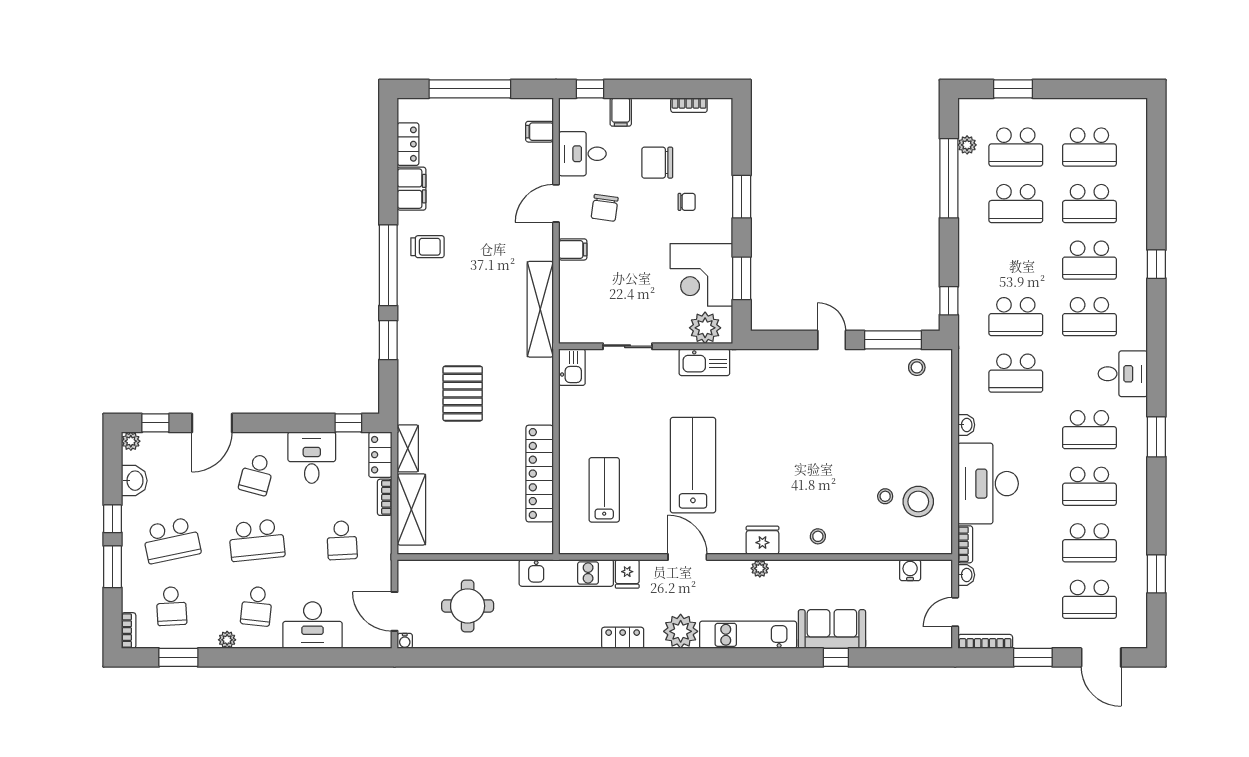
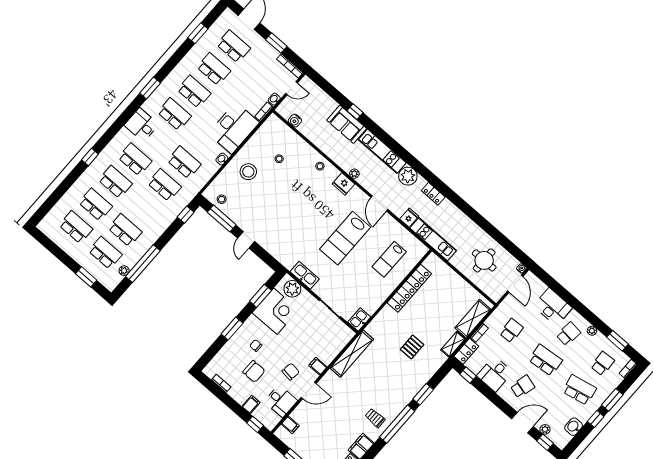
pallet: (463, 394) -> (412, 347), width x0.67, depth x0.71
plant: (131, 441) -> (545, 429), moved
stool: (918, 502) -> (248, 172), moved

